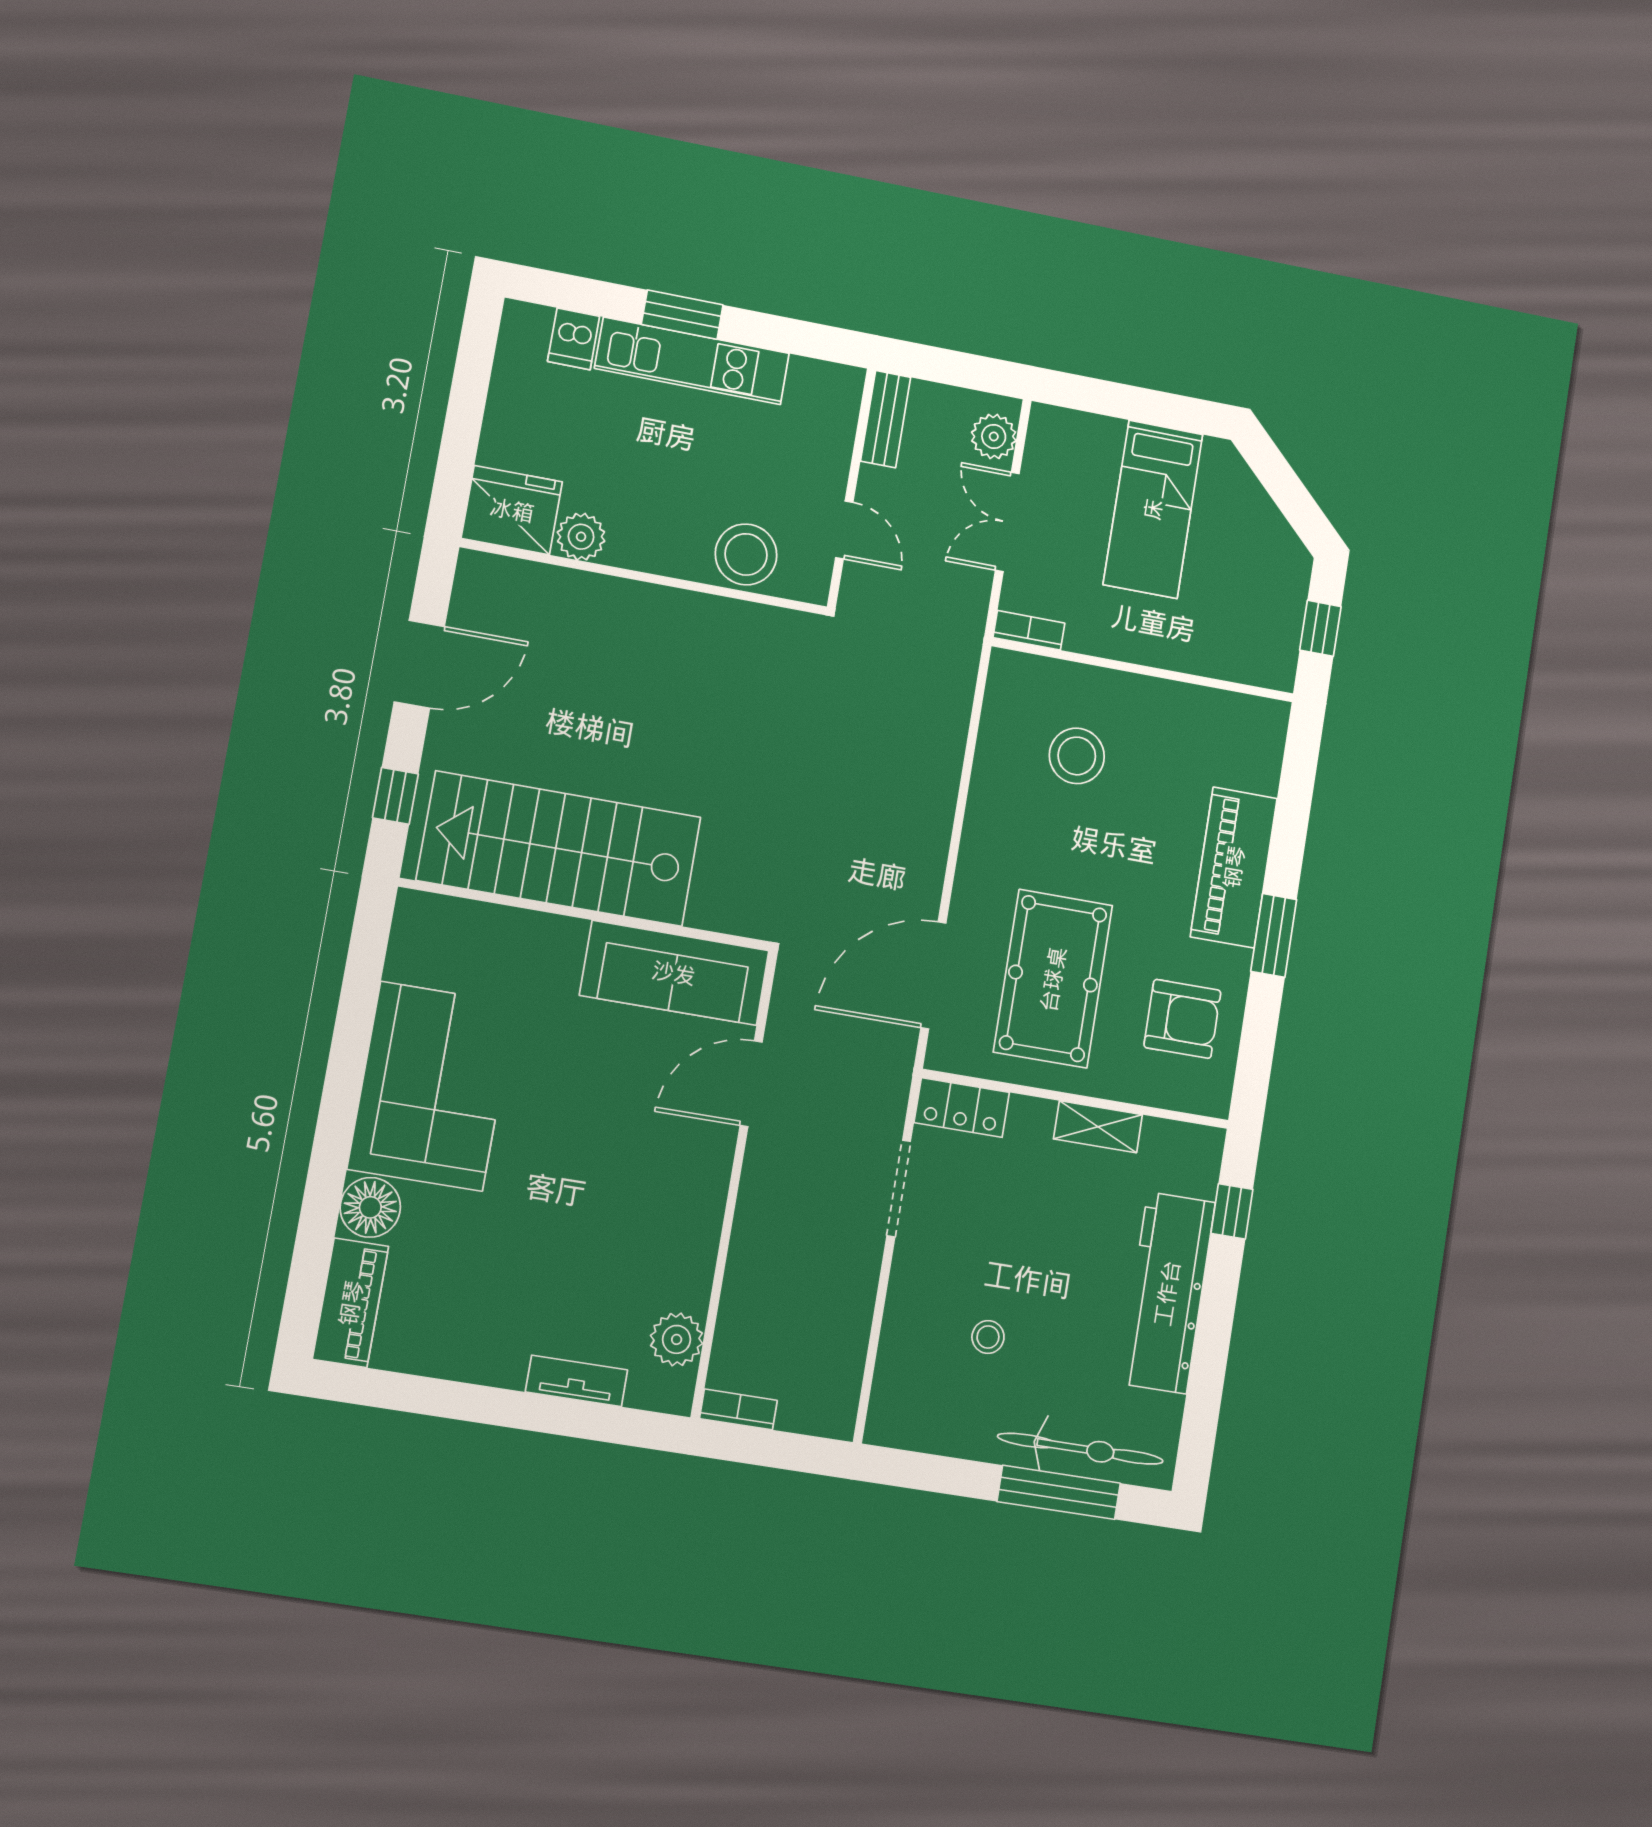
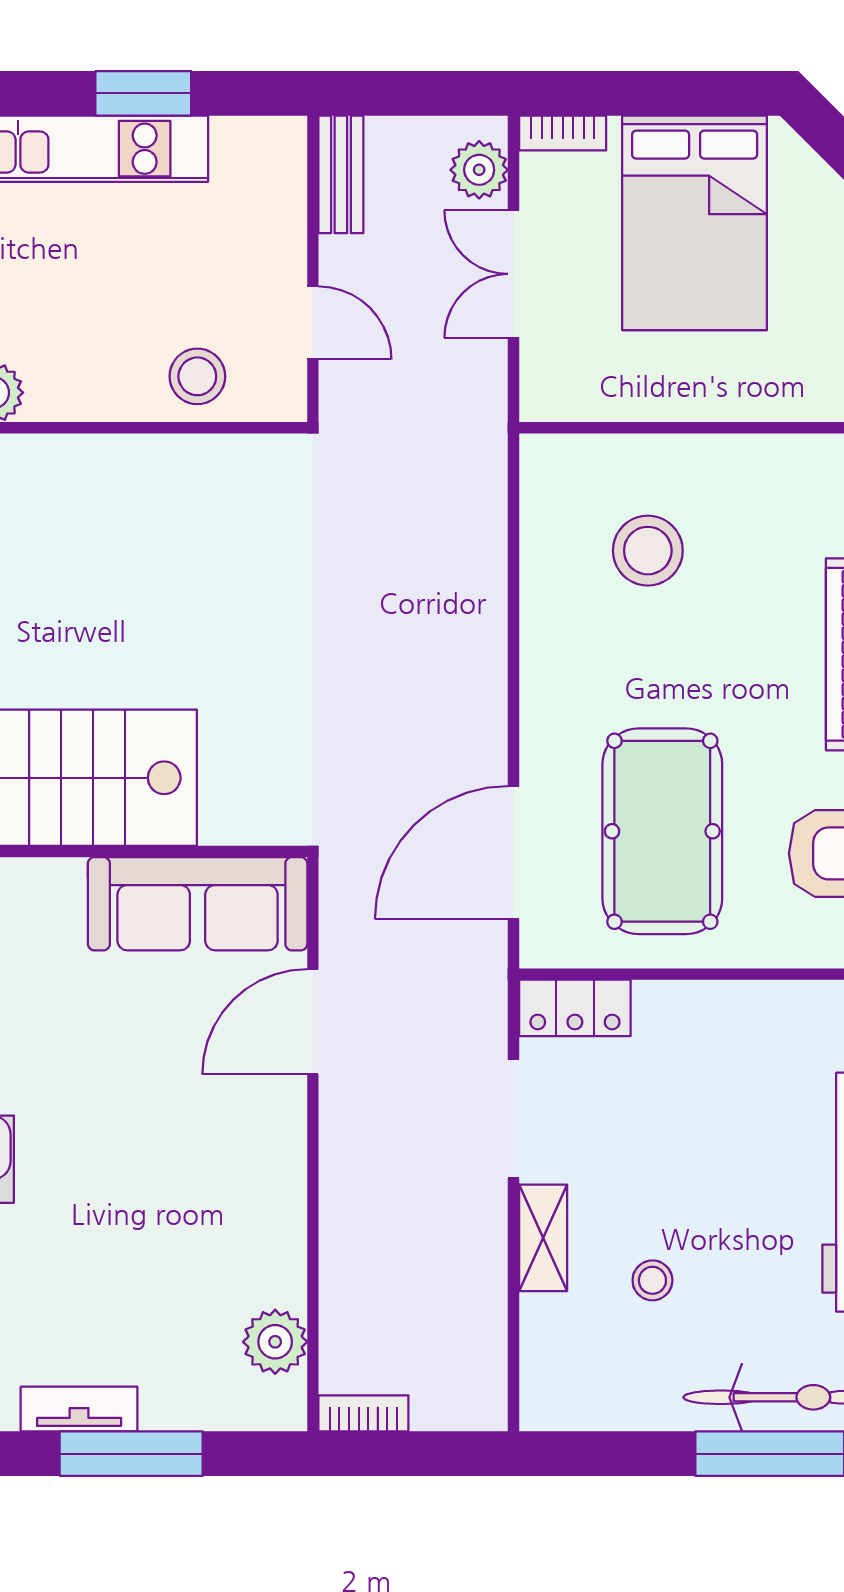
window: (682, 315) -> (143, 93), moved
bed: (1153, 509) -> (695, 223), width x1.50
stool: (746, 554) -> (197, 376), width x0.73, depth x0.73
bookcase: (1029, 630) -> (563, 133), moved, turned 180
shelving: (1098, 1127) -> (543, 1238), moved, turned 90
tv unit: (577, 1381) -> (79, 1409), moved
window: (543, 1414) -> (131, 1454), added

